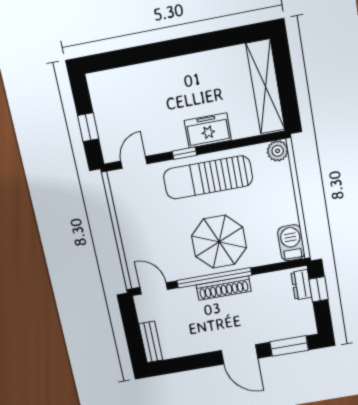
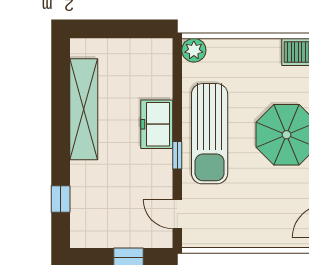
window: (126, 57) -> (61, 199), added
shelving: (265, 87) -> (84, 109), moved, turned 90

